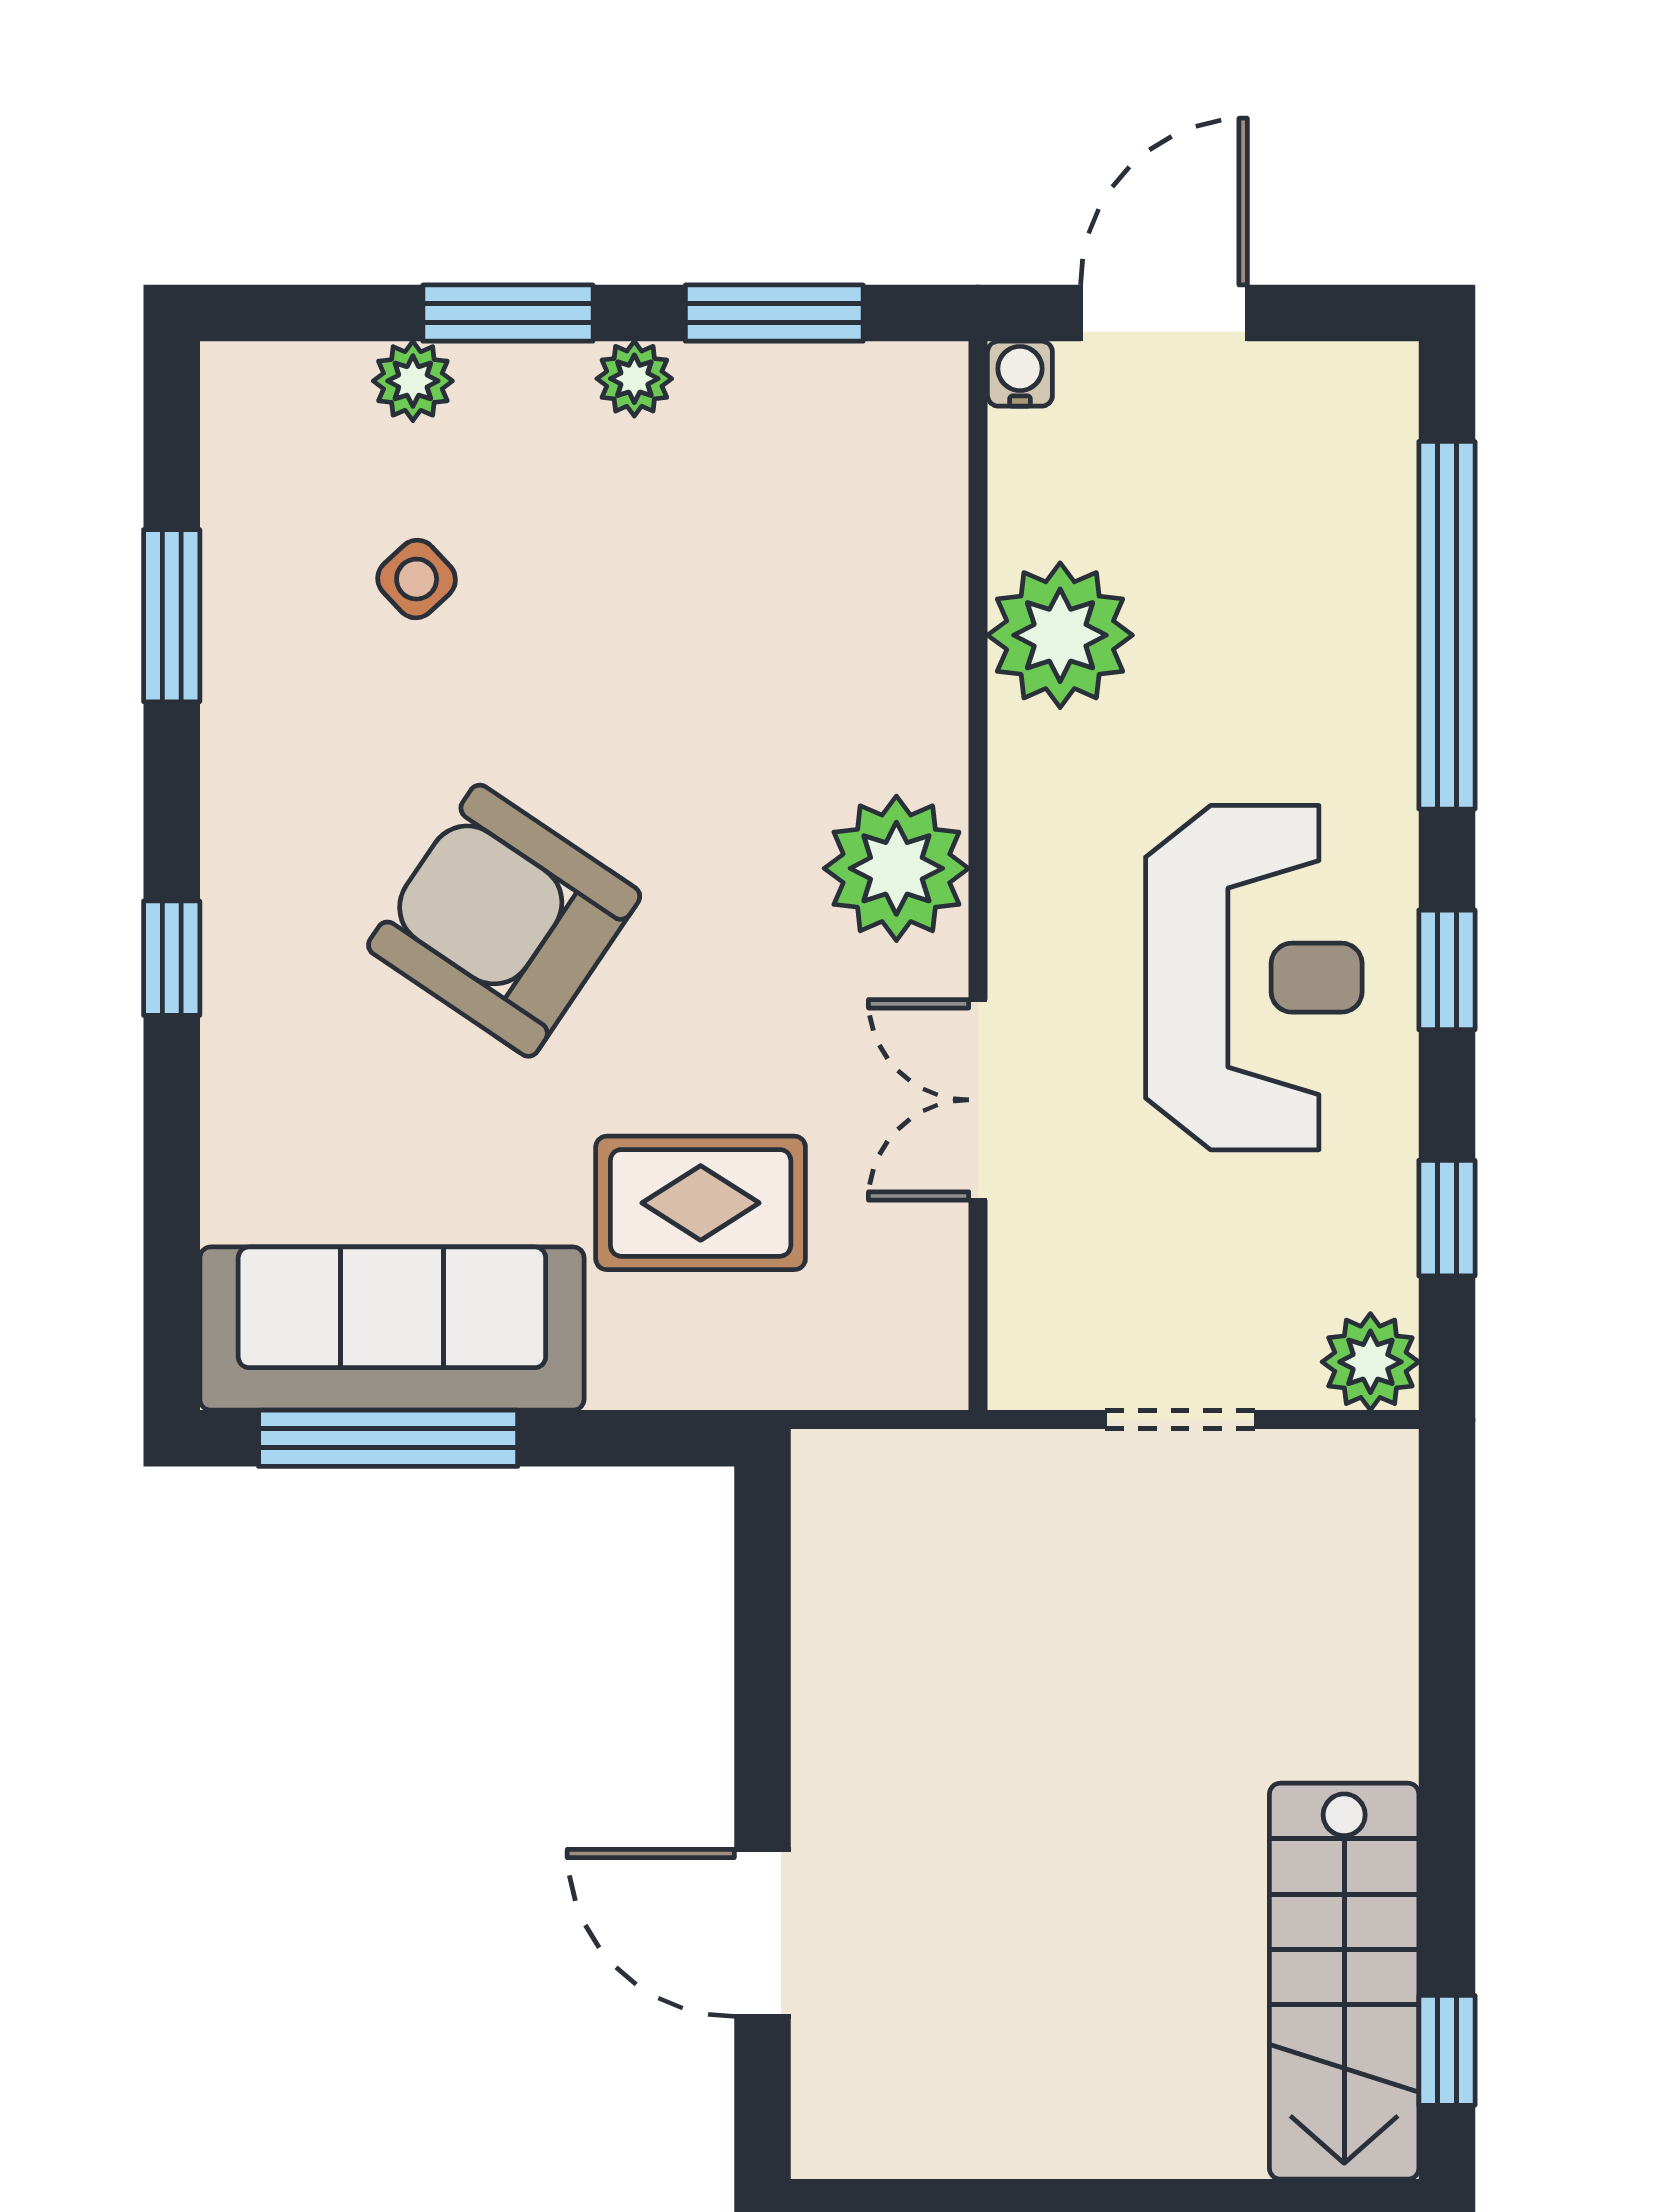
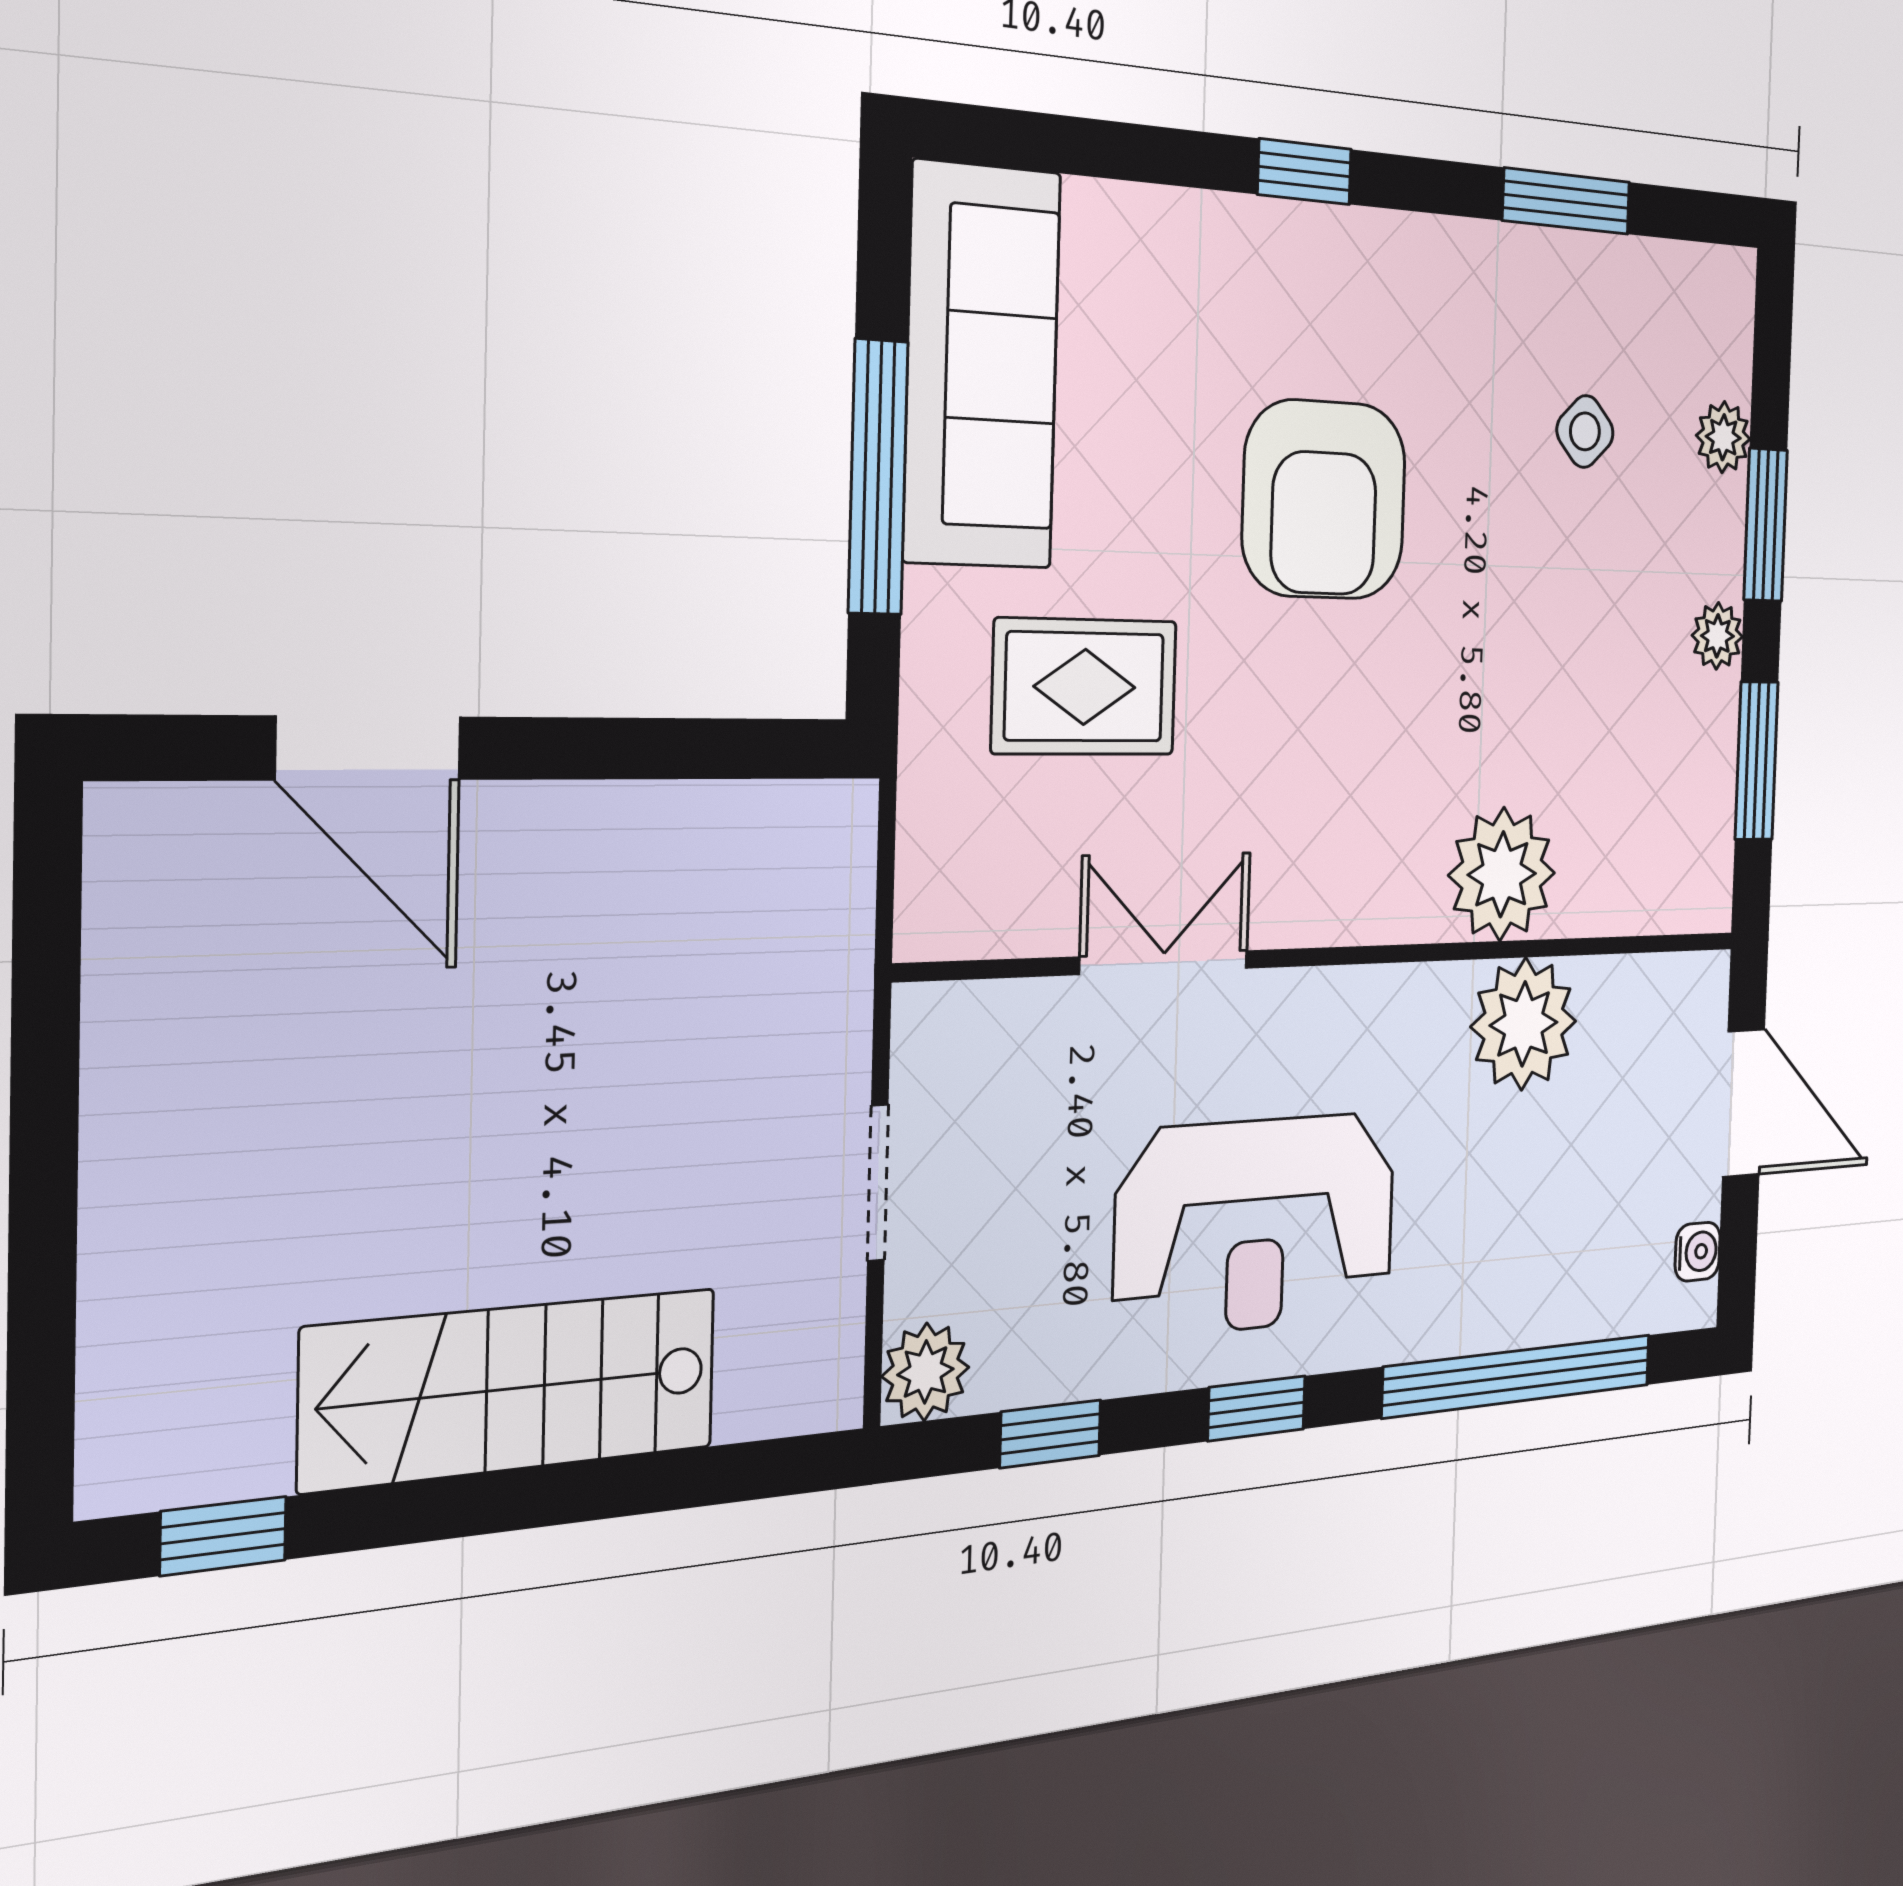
water cooler: (1020, 374) -> (1698, 1252), moved
plant: (896, 868) -> (1502, 874), moved
armchair: (504, 921) -> (1324, 500), turned 146
rug: (701, 1203) -> (1085, 687), turned 90
window: (388, 1438) -> (878, 477), moved
door: (762, 1933) -> (369, 748), swing flipped
stairs: (1344, 1981) -> (512, 1389), moved

